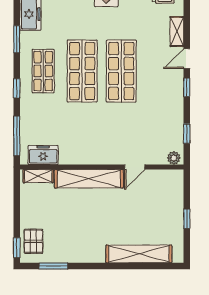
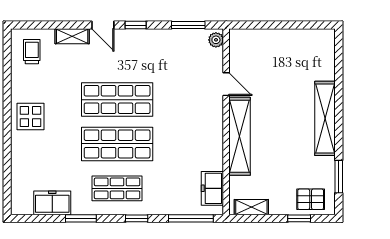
window: (187, 134) -> (188, 25), width x1.50
shelving: (38, 176) -> (251, 207), moved, turned 90
window: (187, 219) -> (285, 25), removed
window: (17, 248) -> (299, 218), moved
shelving: (139, 254) -> (325, 118), moved

